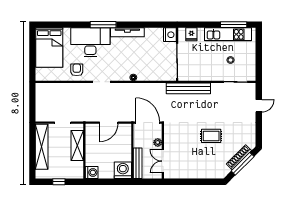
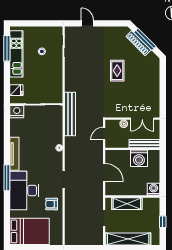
bench: (188, 88) -> (70, 114), moved
door: (148, 123) -> (104, 134), width x0.53
washing machine: (123, 170) -> (139, 158), moved, turned -90

